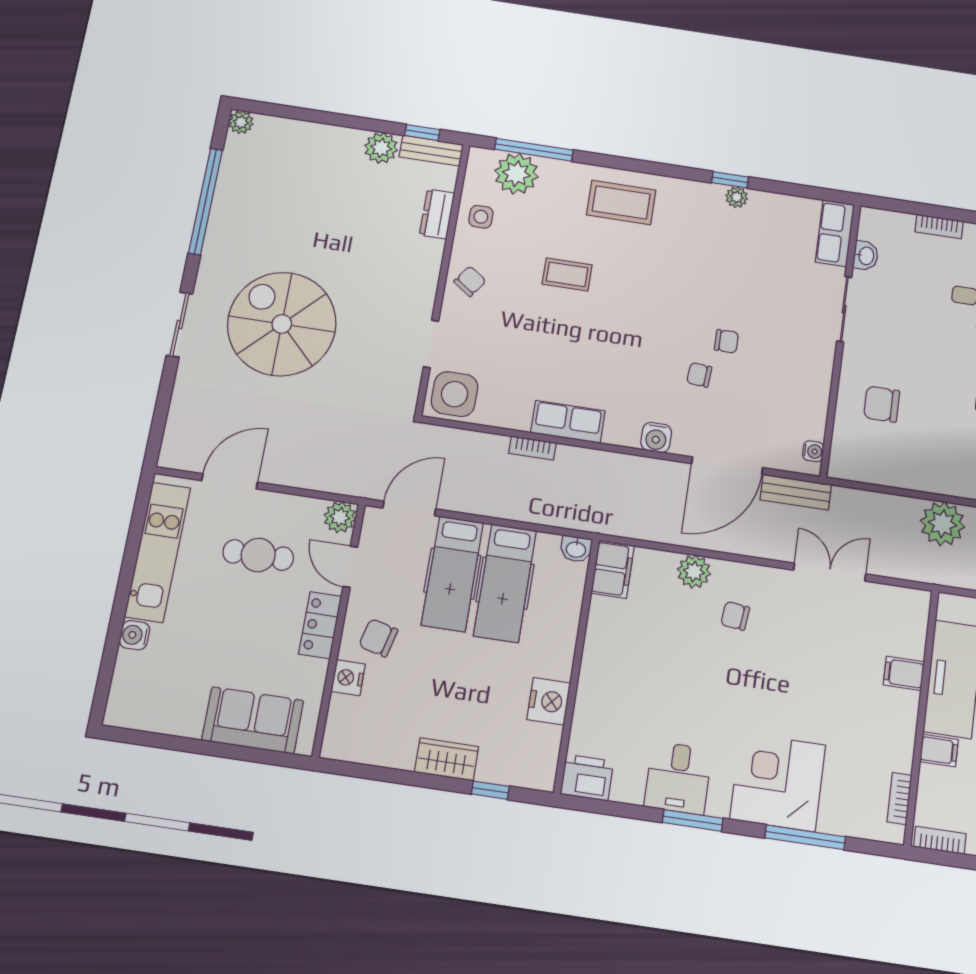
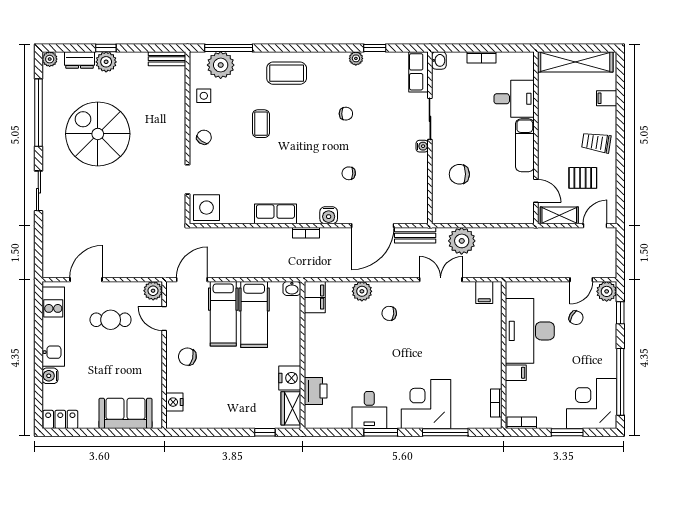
window: (422, 133) -> (106, 48), moved
plant: (381, 148) -> (106, 62), moved
window: (730, 180) -> (375, 48), moved
dresser: (437, 214) -> (80, 60), moved, turned -90
washbasin: (866, 256) -> (439, 60), moved
coffee table: (567, 274) -> (261, 124), turned 90
spiral stairs: (282, 324) -> (98, 134), moved
chair: (726, 341) -> (346, 114), moved
bookcase: (532, 448) -> (306, 233), moved
water cooler: (813, 451) -> (422, 146), moved
plant: (942, 524) -> (462, 241), moved
locker: (320, 625) -> (60, 419), moved, turned 90
filing cabinet: (904, 673) -> (484, 293), moved, turned -90
nightstand: (348, 678) -> (174, 402), moved
wardrobe: (447, 759) -> (291, 408), moved, turned -90
printer: (587, 778) -> (316, 391), moved, turned 90

